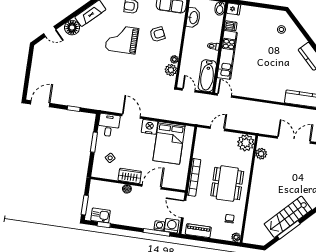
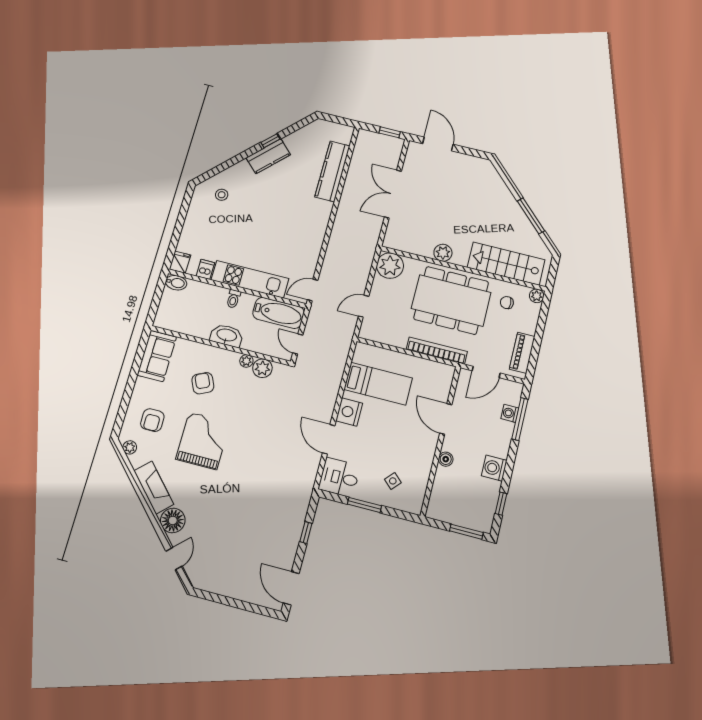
washbasin: (193, 18) -> (227, 335), moved
grand piano: (122, 39) -> (203, 441), turned 180
door: (189, 90) -> (298, 344), hinge flipped
door: (131, 116) -> (329, 439), hinge flipped
door: (217, 129) -> (364, 306), hinge flipped
bed: (169, 143) -> (378, 384), width x0.67
plant: (261, 154) -> (443, 253), moved
wardrobe: (130, 176) -> (425, 452), removed
dining table: (227, 184) -> (451, 300), width x1.36, depth x1.24
kitchen sink: (100, 215) -> (486, 507), removed
stairs: (288, 217) -> (506, 264), moved, turned 135
washing machine: (172, 226) -> (494, 468), moved

